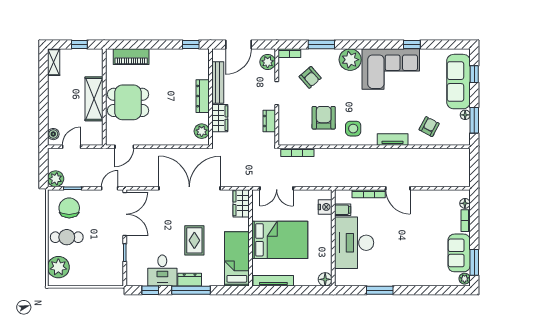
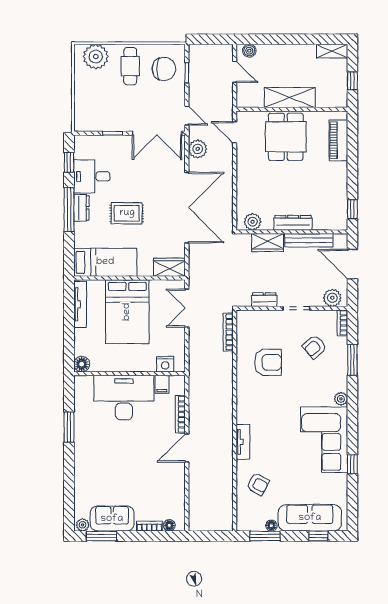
plant: (350, 60) -> (341, 399), width x0.53, depth x0.53
side table: (353, 129) -> (256, 396), removed
plant: (56, 179) -> (198, 149), moved

